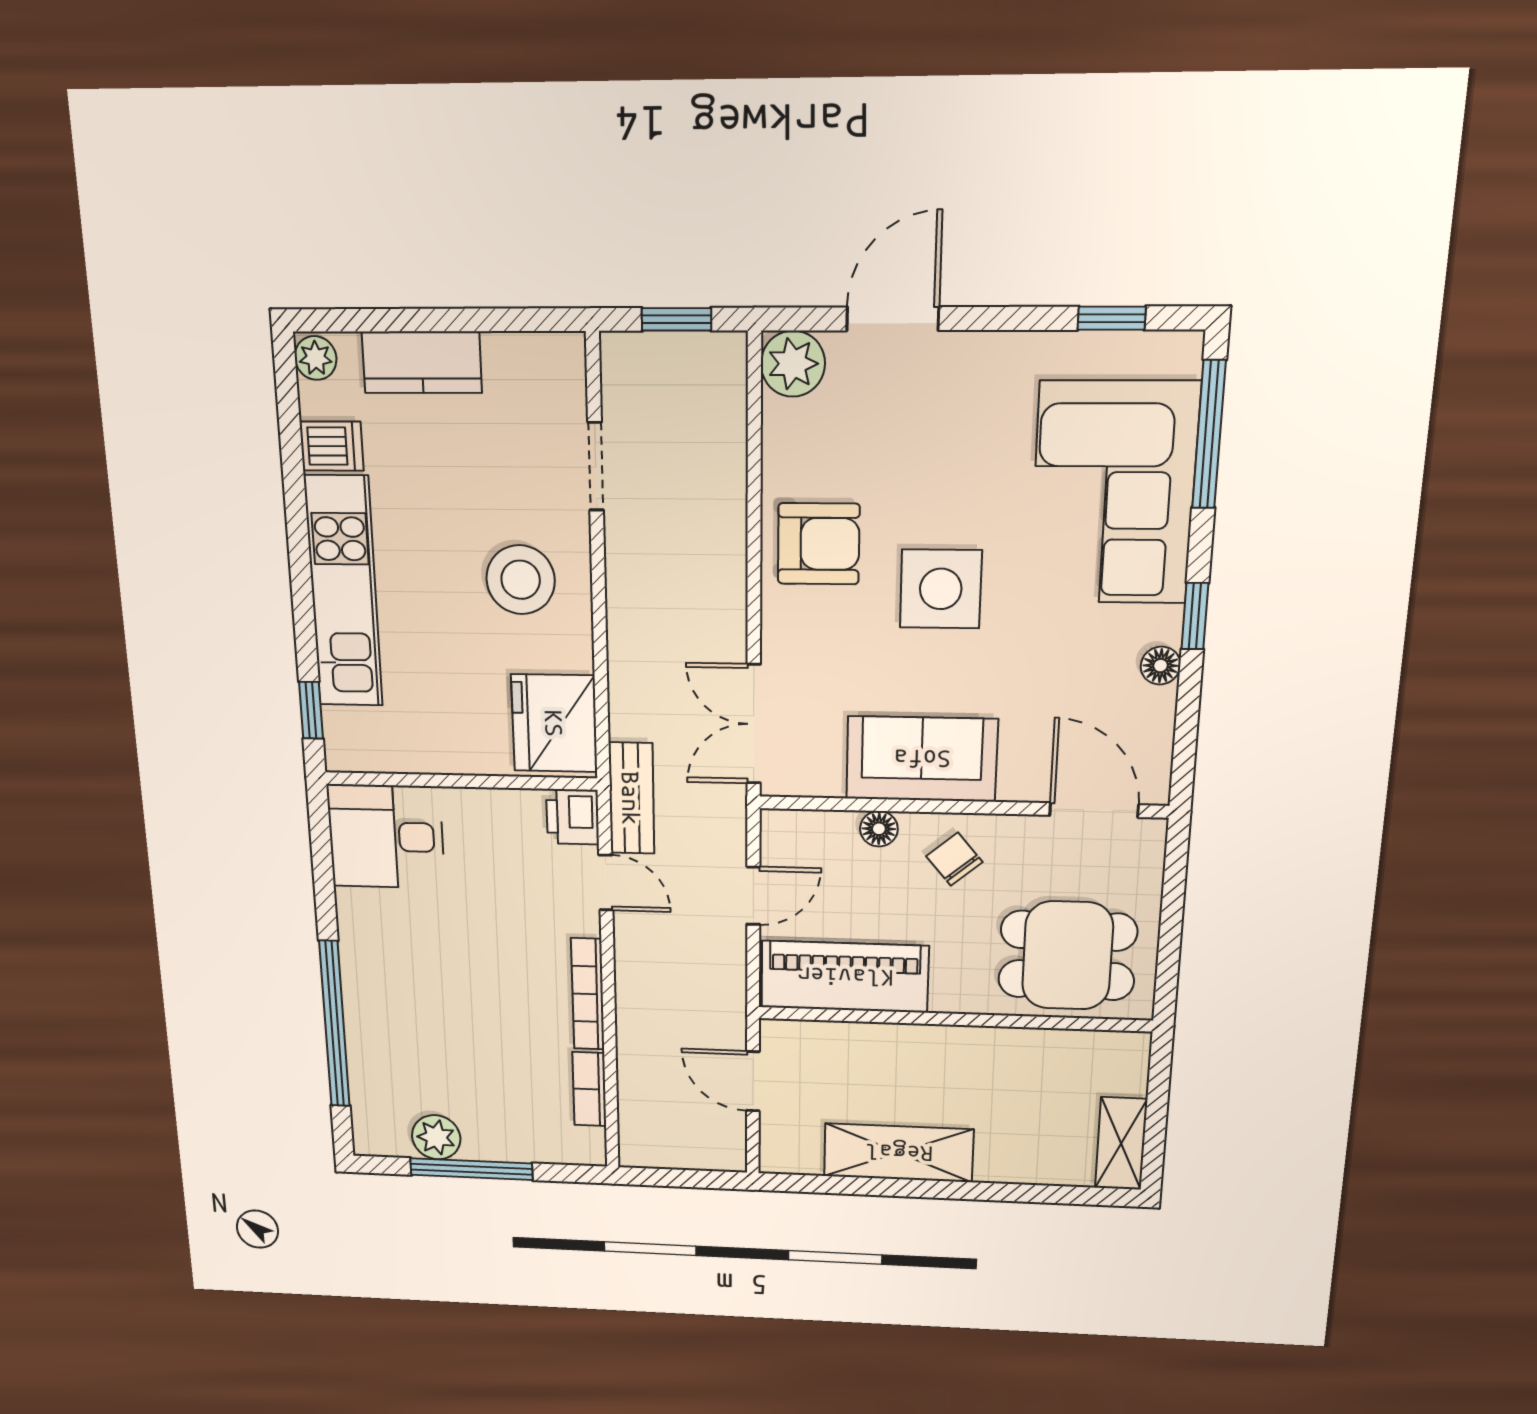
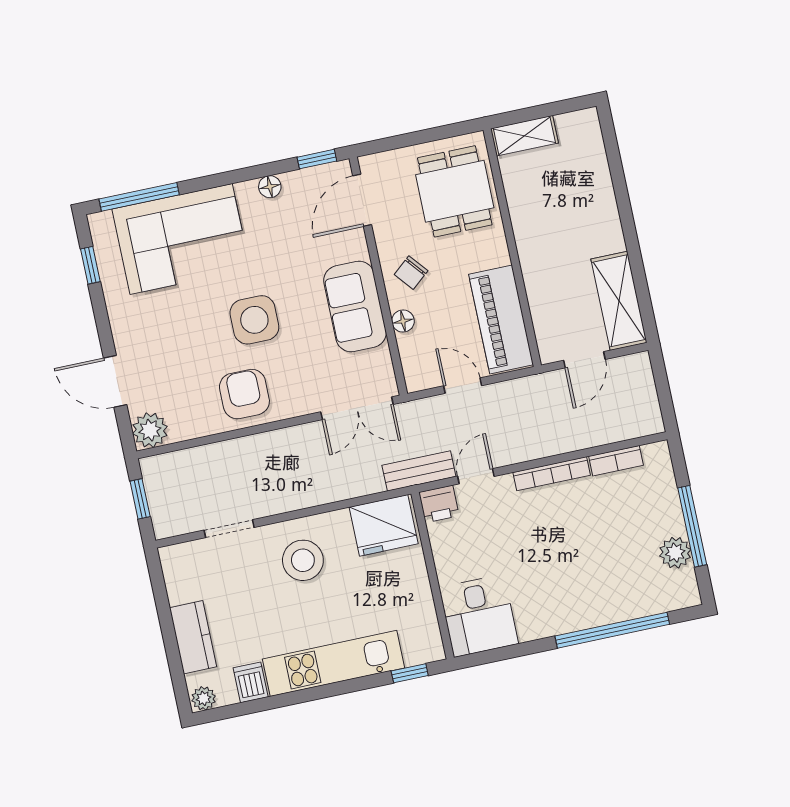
window: (1195, 616) -> (317, 159), moved
shelving: (1121, 1144) -> (524, 136), moved
shelving: (899, 1153) -> (619, 301), moved

